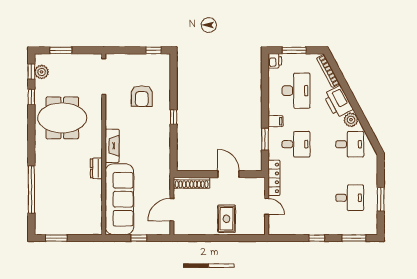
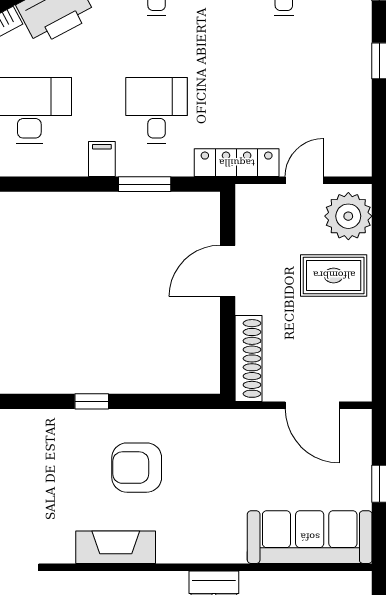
armchair: (142, 96) -> (137, 468), moved, turned 180
fireplace: (112, 146) -> (116, 547), moved
sofa: (119, 199) -> (310, 537), width x0.74, depth x0.79
plant: (251, 225) -> (348, 216), added

